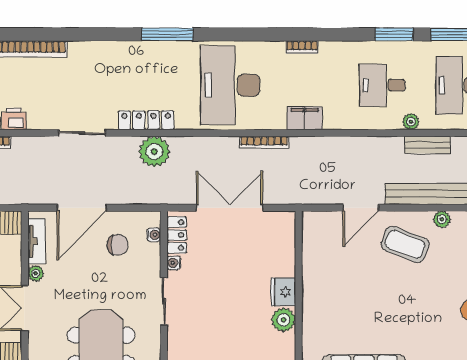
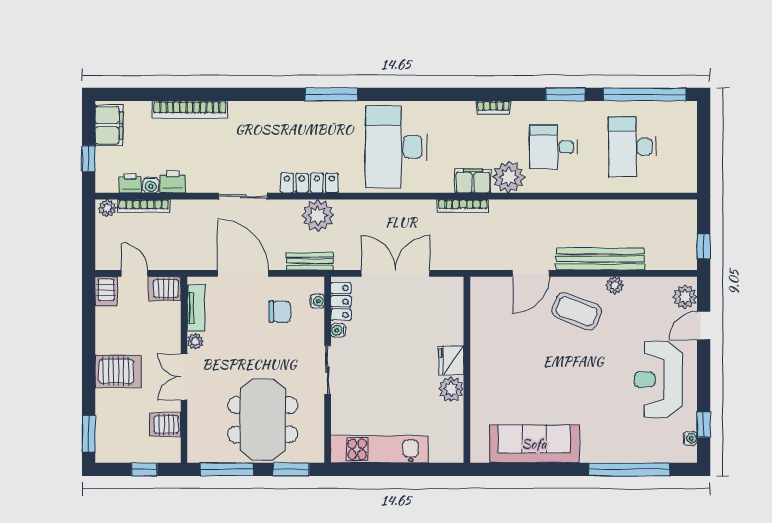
bookcase: (302, 47) -> (493, 107), moved
plant: (411, 122) -> (509, 177), moved, width x1.88, depth x1.88
bookcase: (264, 142) -> (463, 206), moved
bench: (427, 145) -> (310, 261), moved
door: (82, 208) -> (243, 273), swing flipped

